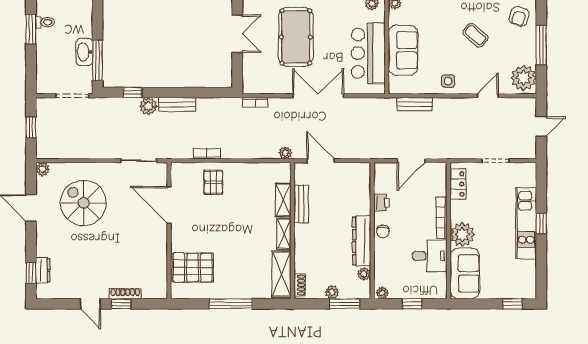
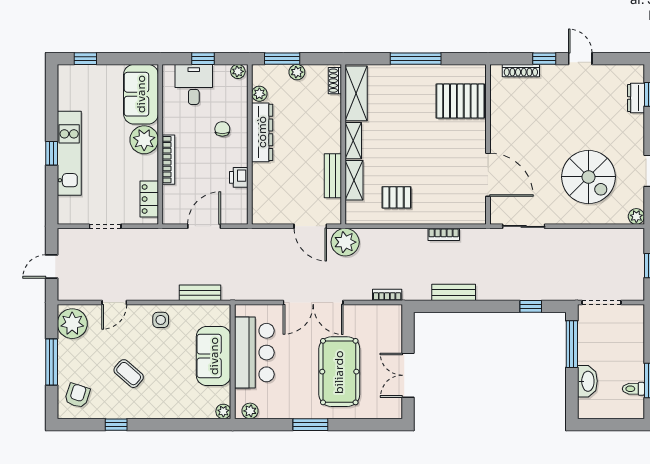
washbasin: (84, 52) -> (587, 381), moved
bench: (177, 104) -> (454, 292), moved
plant: (148, 106) -> (512, 290), removed
plant: (285, 153) -> (345, 242), width x1.88, depth x1.88
pallet: (213, 182) -> (397, 197), moved, turned 90
chair: (383, 231) -> (222, 129), moved
desk: (430, 256) -> (194, 84), moved, turned 90
shoe rack: (125, 294) -> (521, 71), moved

